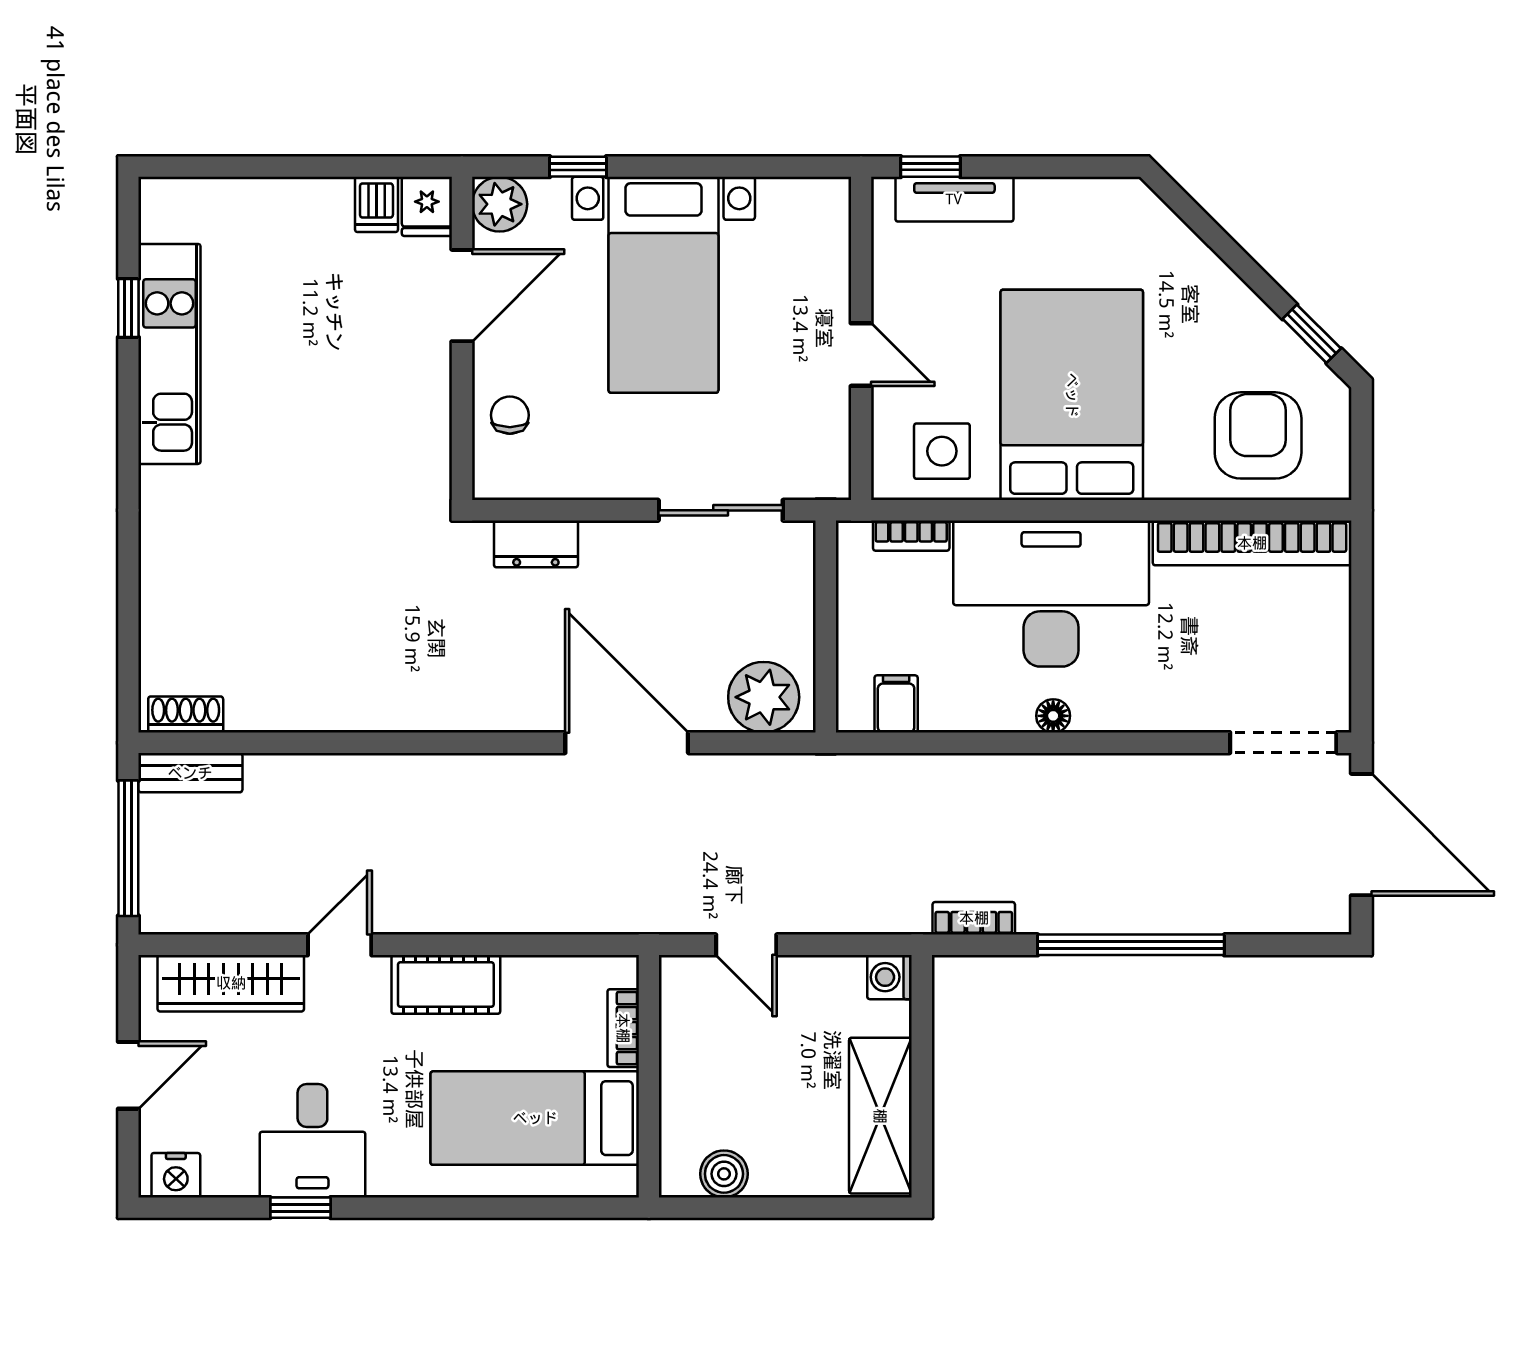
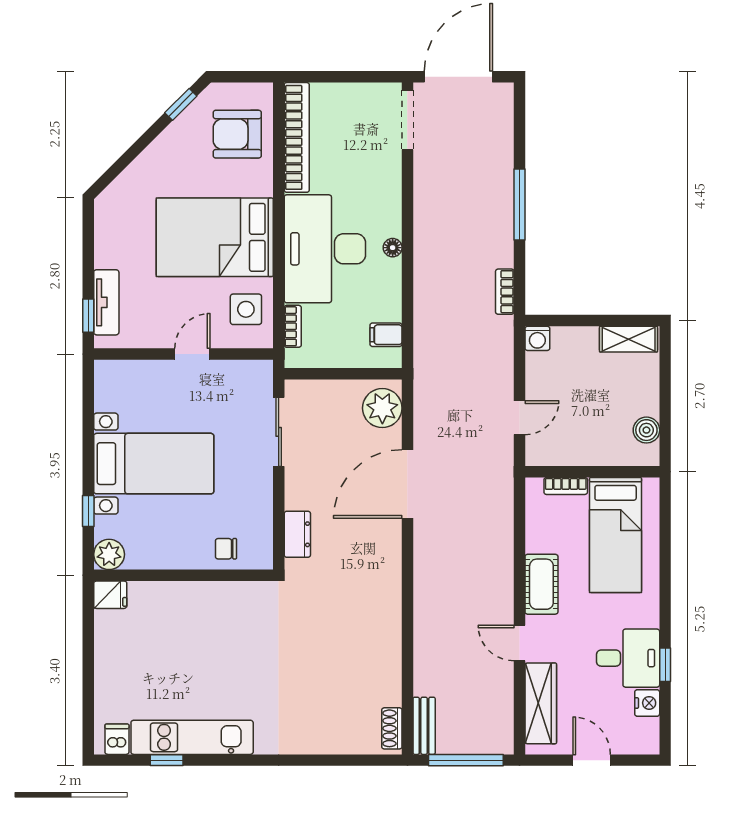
dishwasher: (376, 204) -> (117, 739), moved, turned -90
door: (462, 296) -> (160, 575), removed
window: (1131, 945) -> (520, 205), width x0.68
shelving: (880, 1116) -> (629, 339), width x0.67, depth x0.75
nightstand: (176, 1175) -> (647, 703), moved

